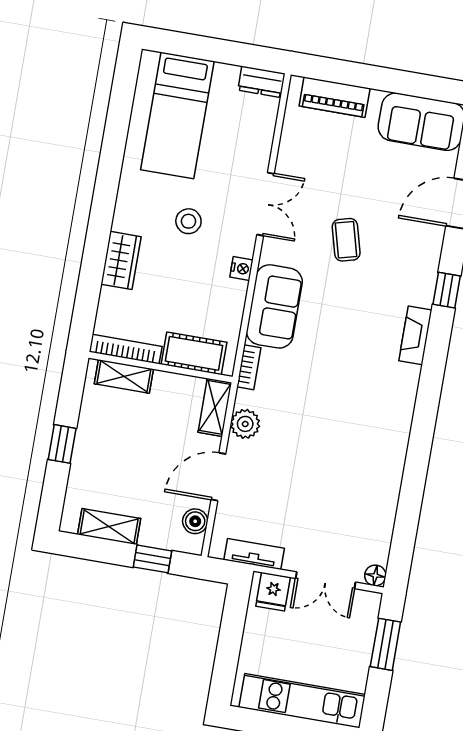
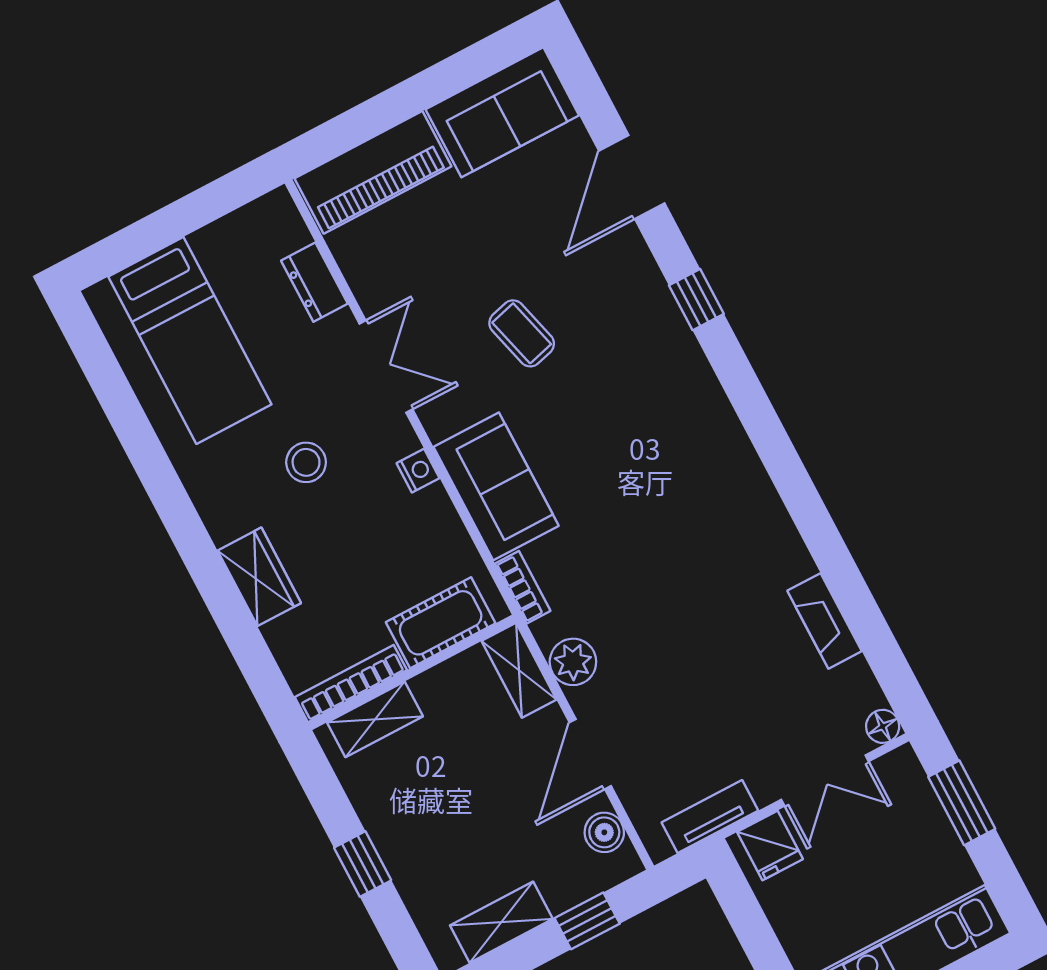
dresser: (261, 82) -> (314, 282), moved, turned 90
piano: (335, 97) -> (373, 172), width x1.37, depth x1.33
fireplace: (415, 335) -> (824, 621), moved

